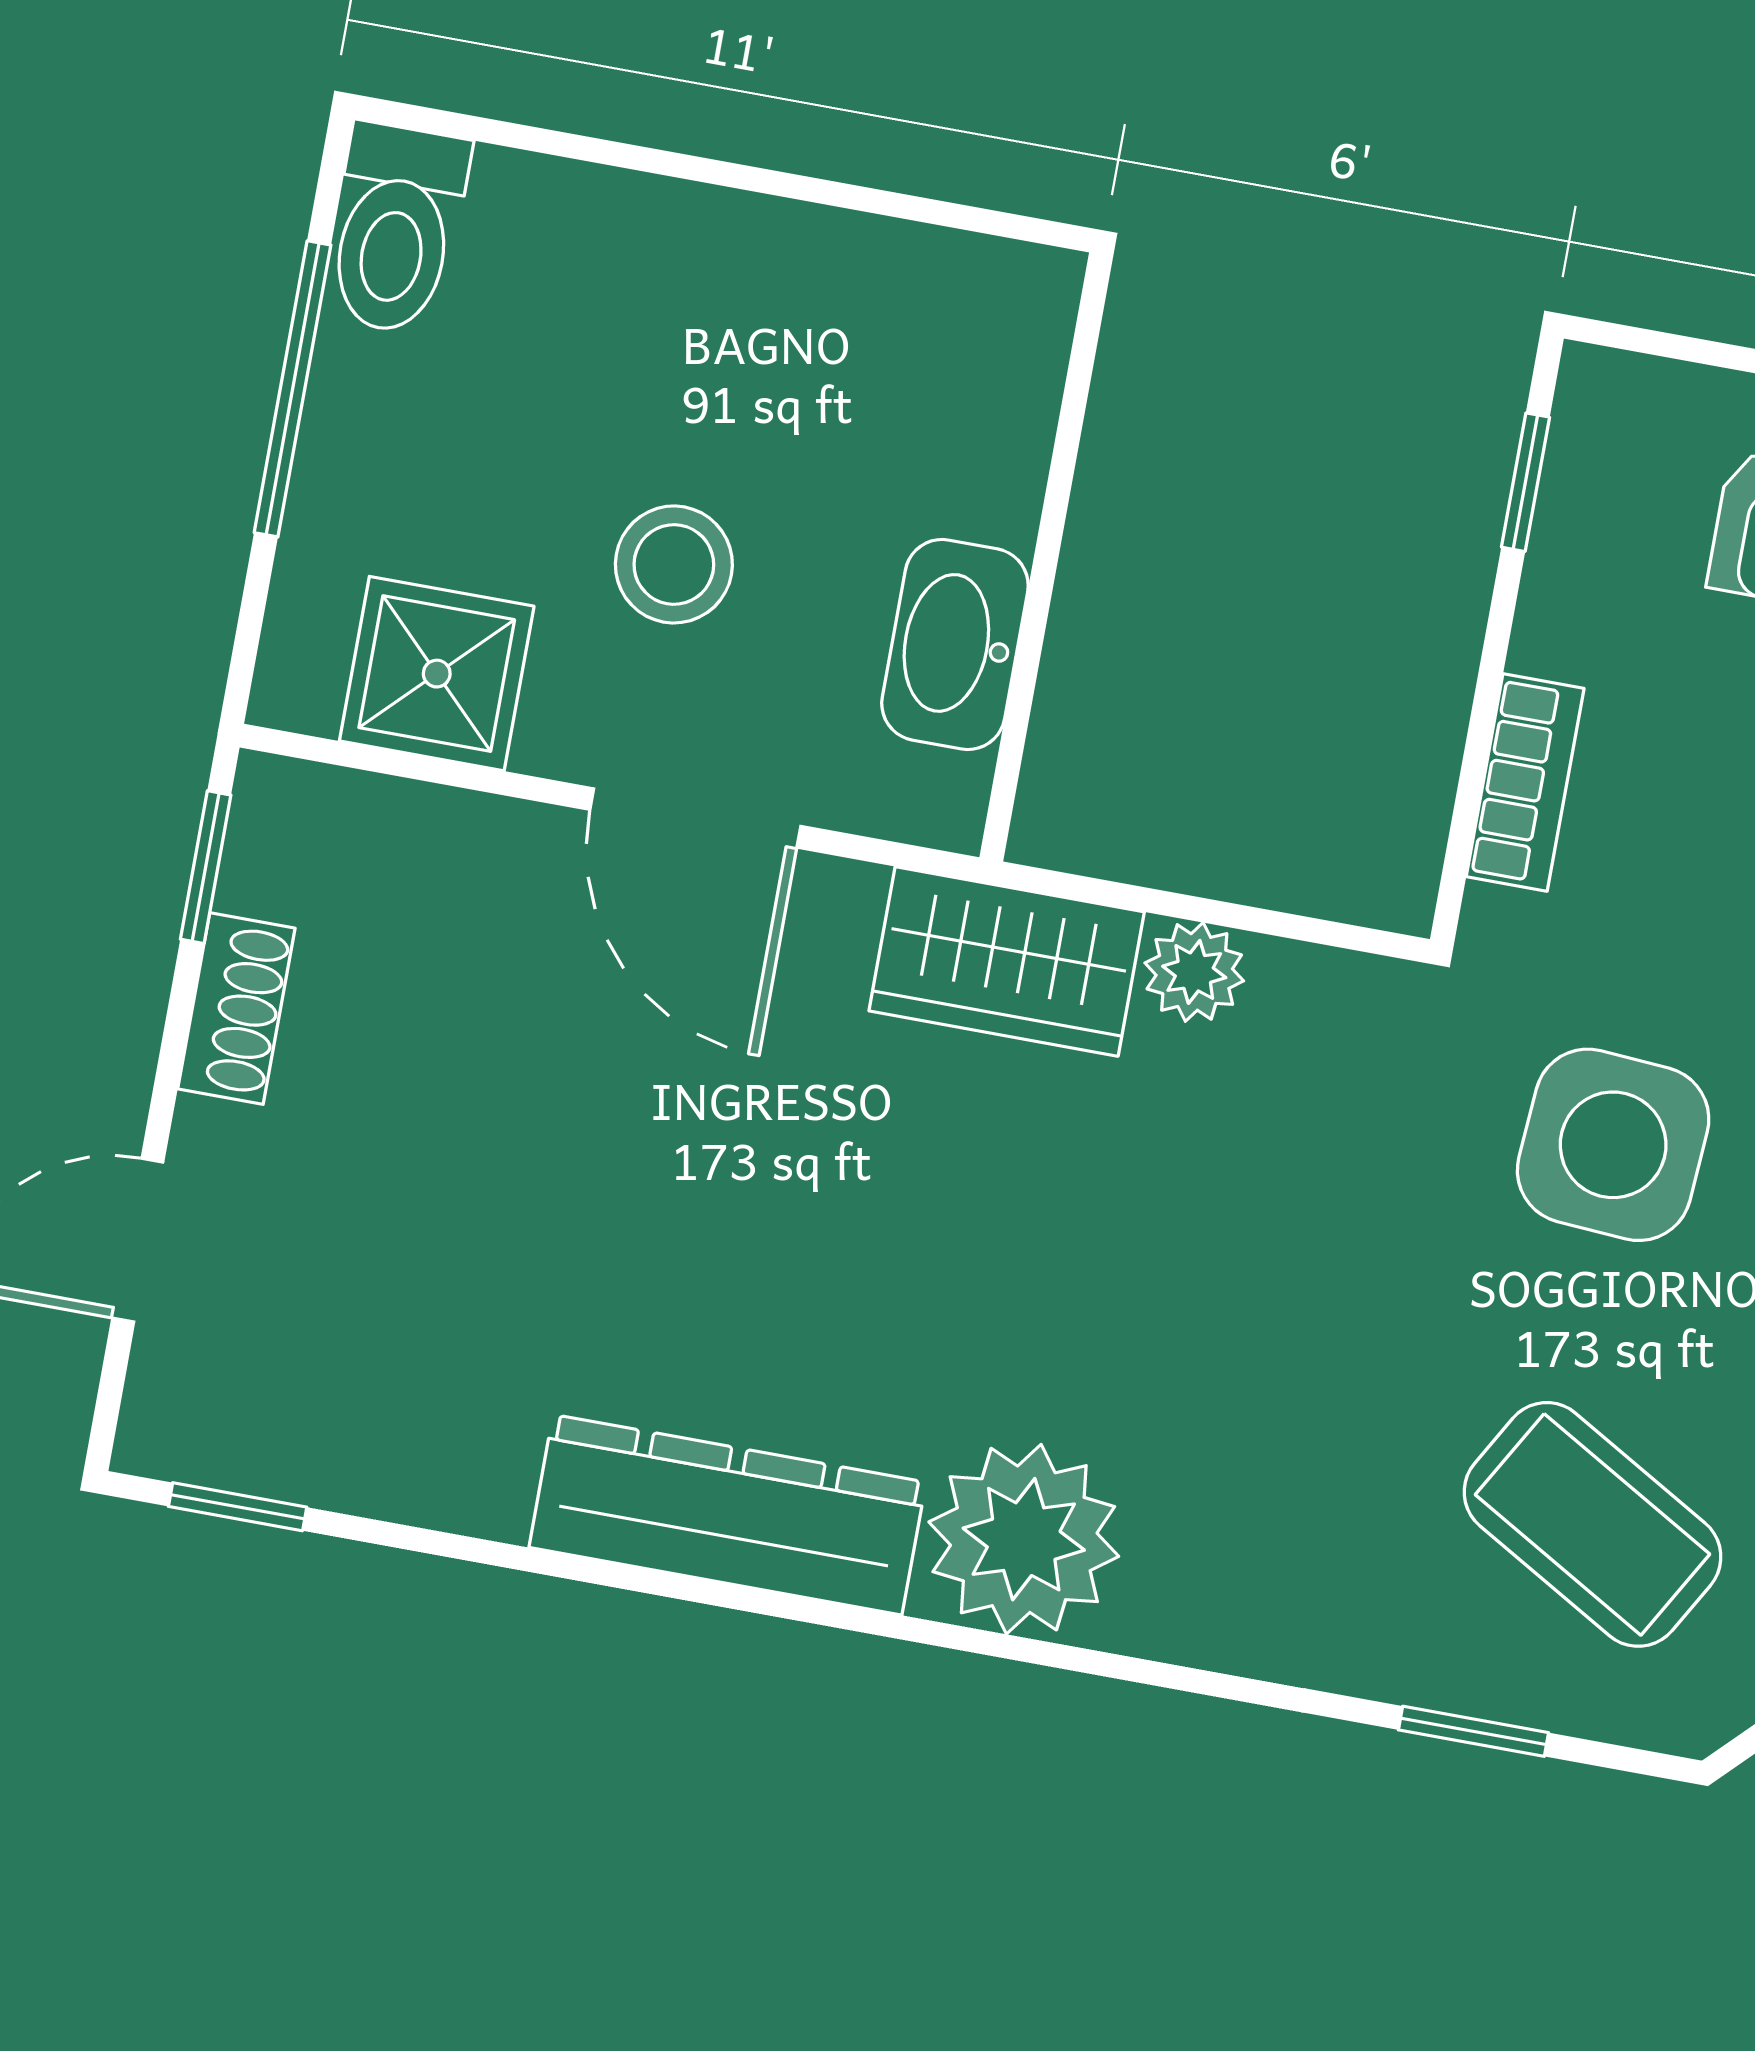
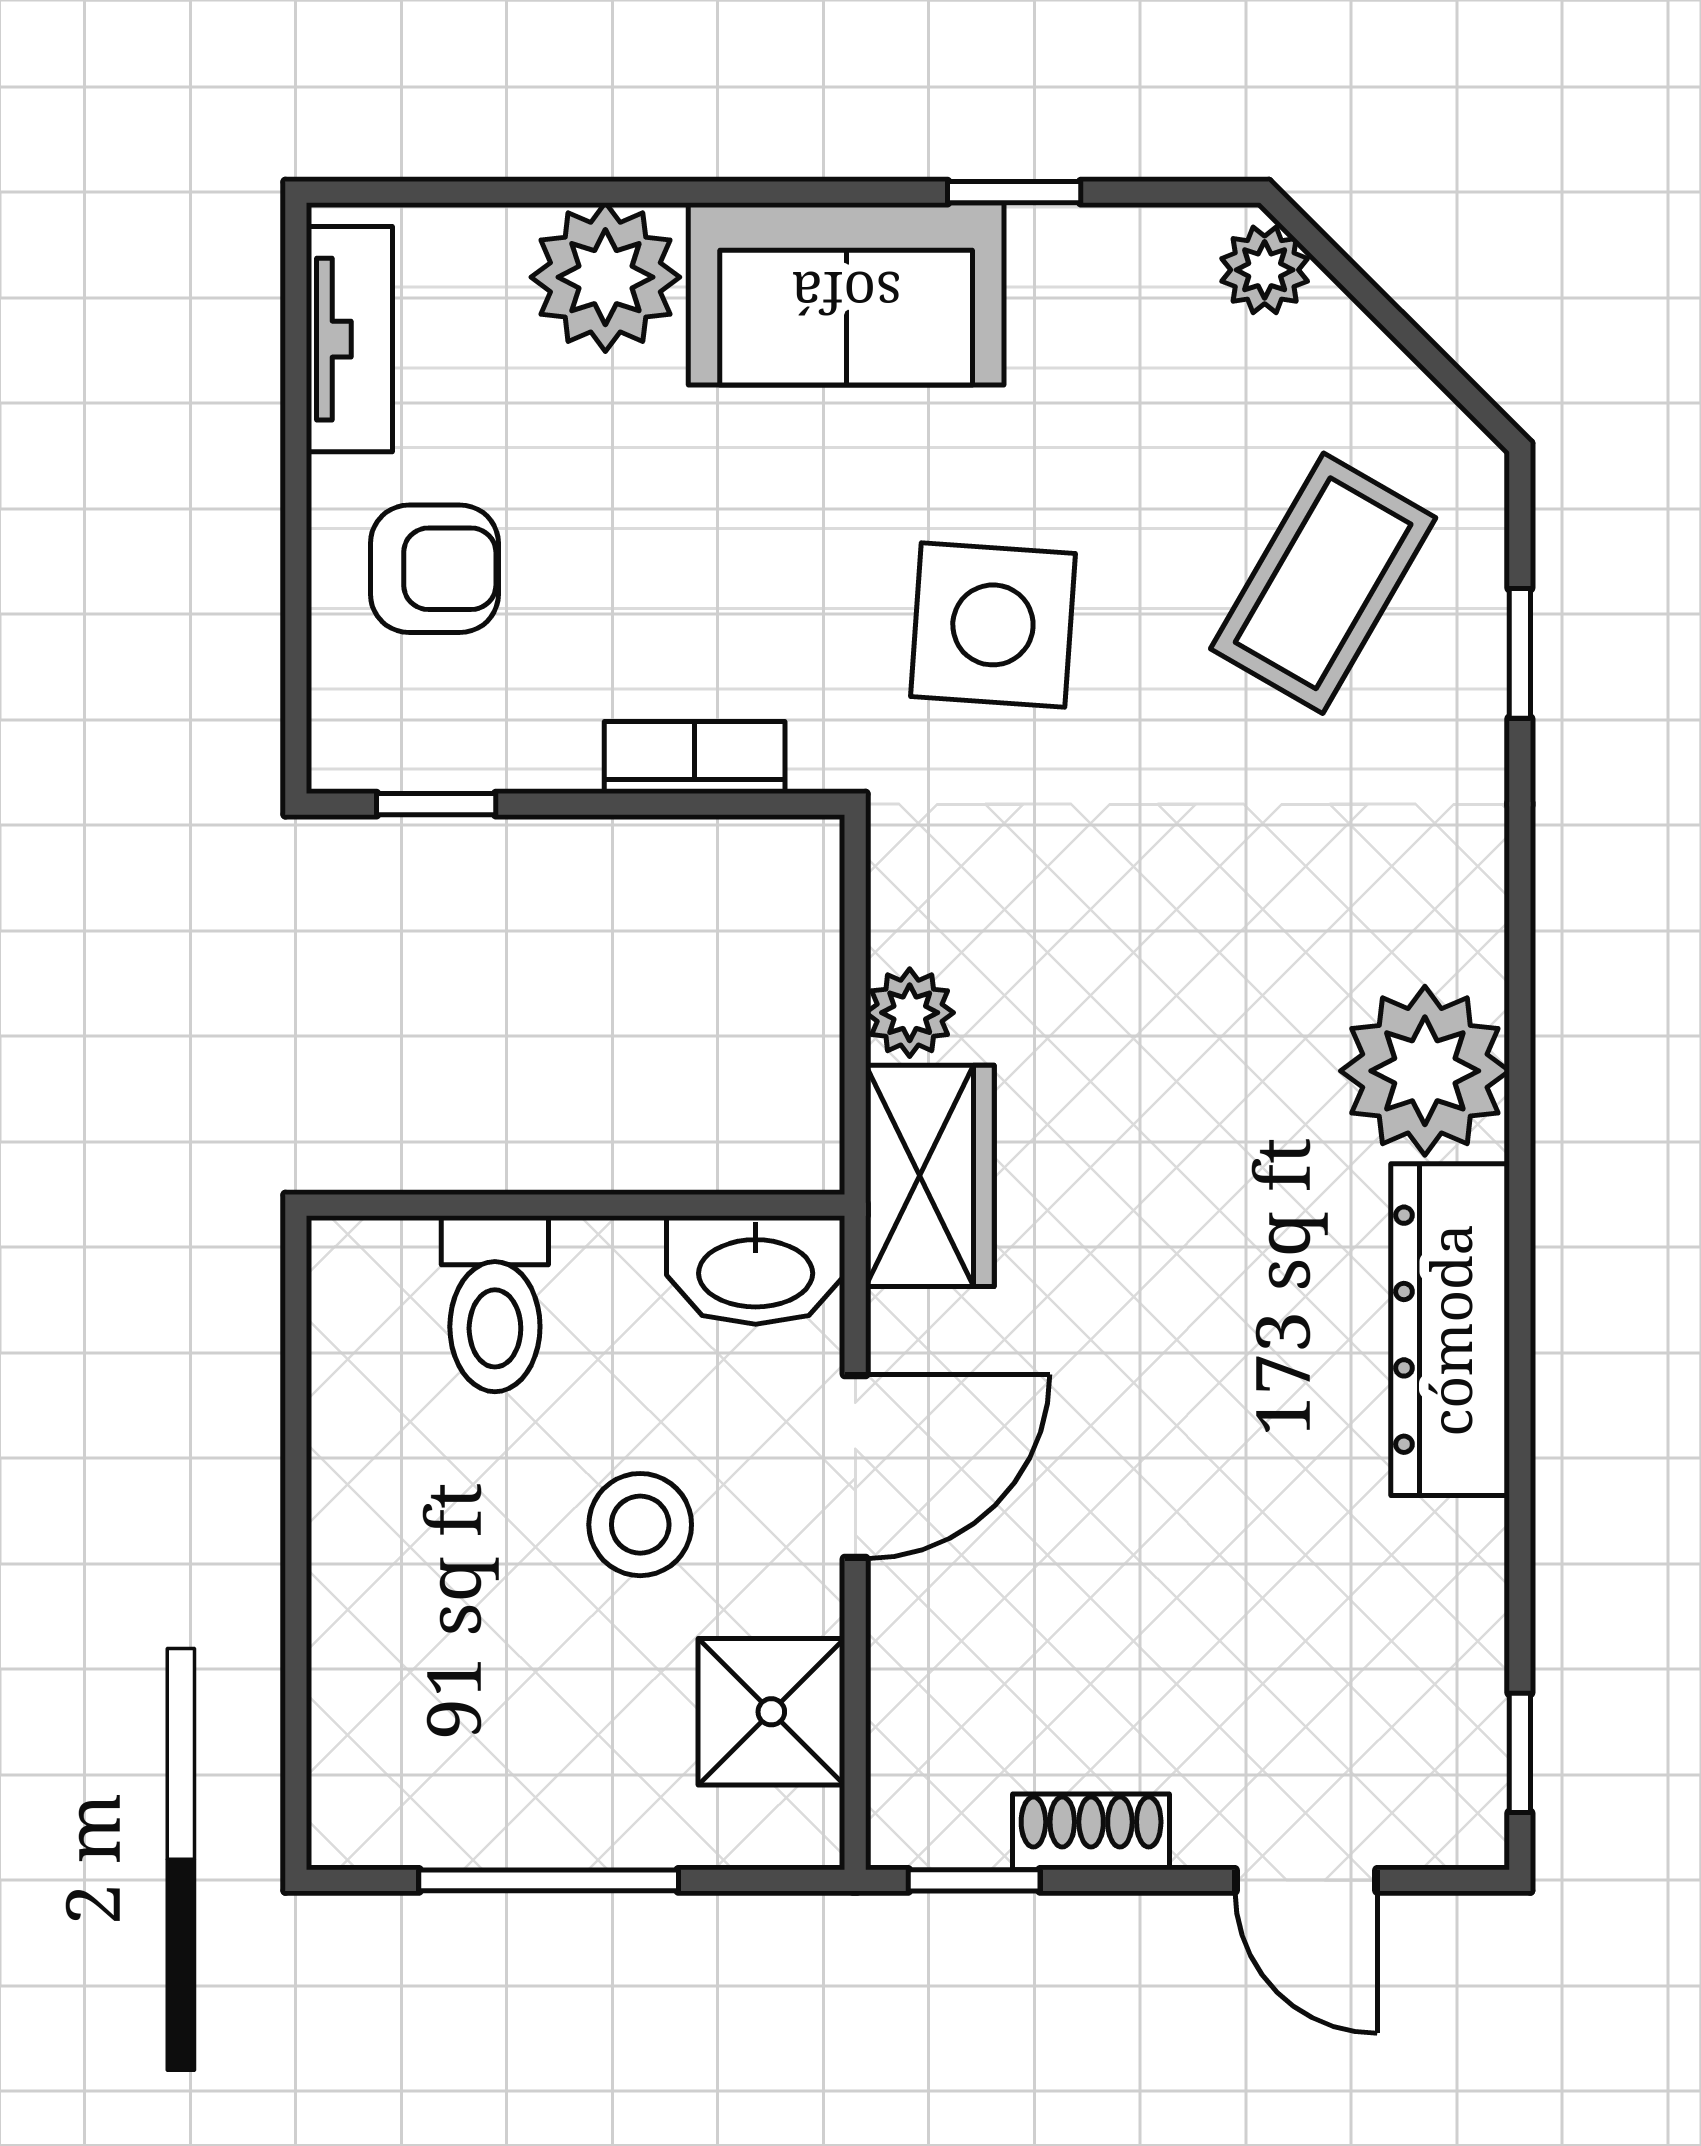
toilet: (396, 229) -> (495, 1304), moved, turned 90
washbasin: (955, 644) -> (756, 1270), moved

